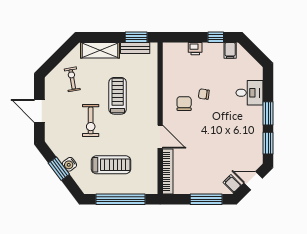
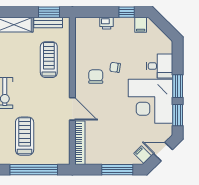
treadmill: (118, 96) -> (49, 60), moved
corner desk: (240, 129) -> (150, 101), added
treadmill: (111, 165) -> (25, 136), turned -90

